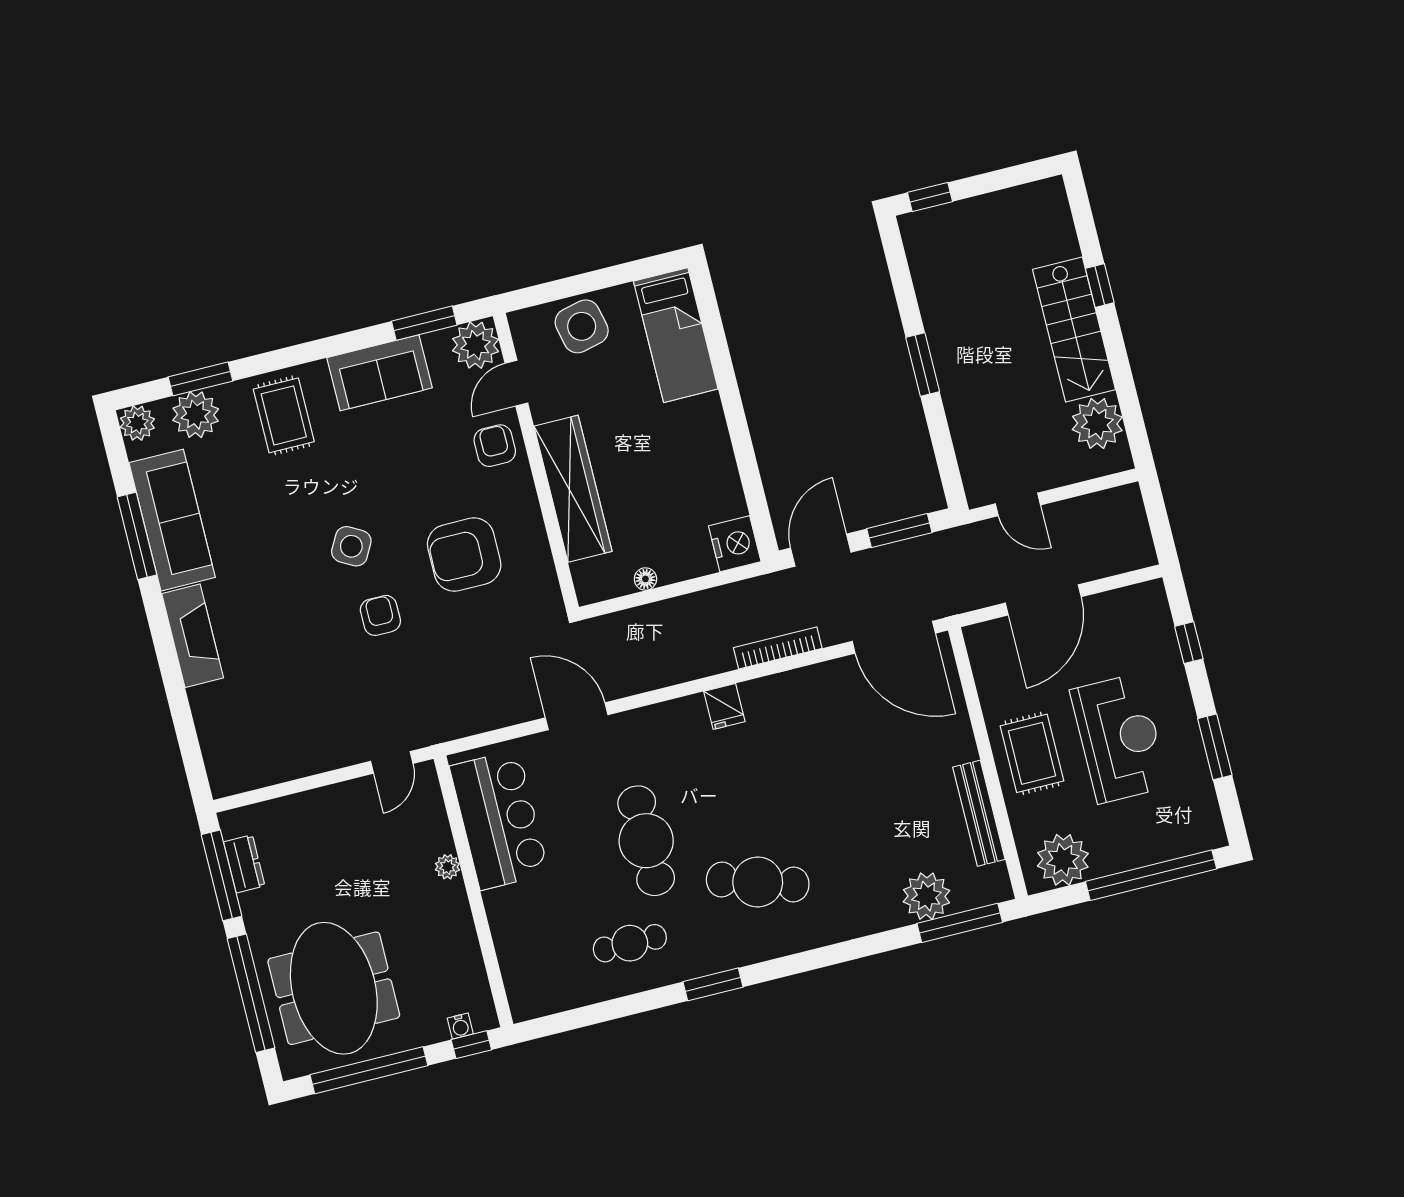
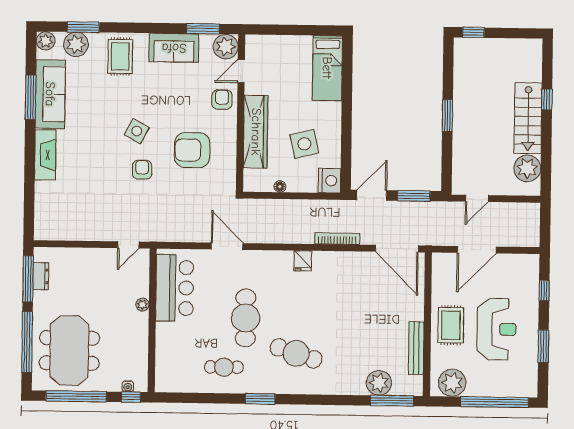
side table: (582, 326) -> (304, 144), moved
door: (1018, 504) -> (477, 198), hinge flipped

